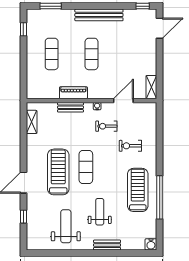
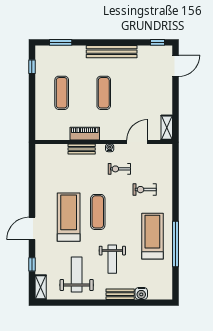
shelving: (32, 122) -> (41, 287), moved
weight bench: (100, 212) -> (112, 259), turned 180
water cooler: (151, 244) -> (141, 293), moved

